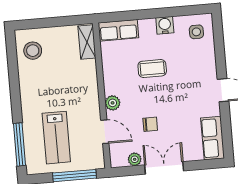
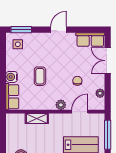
water cooler: (165, 25) -> (12, 77), moved
window: (218, 35) -> (21, 30), added
shelving: (87, 42) -> (37, 119), moved
double door: (164, 168) -> (108, 61), moved

